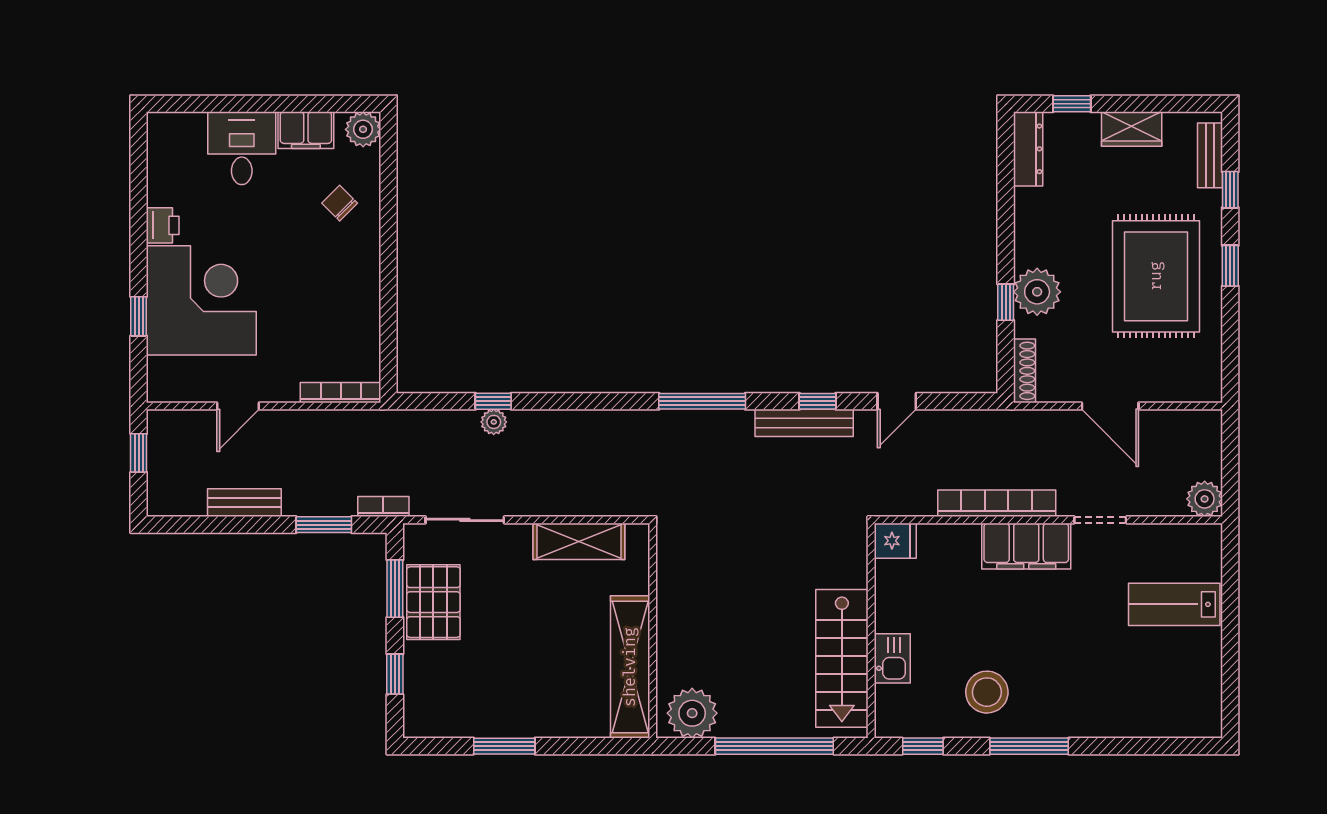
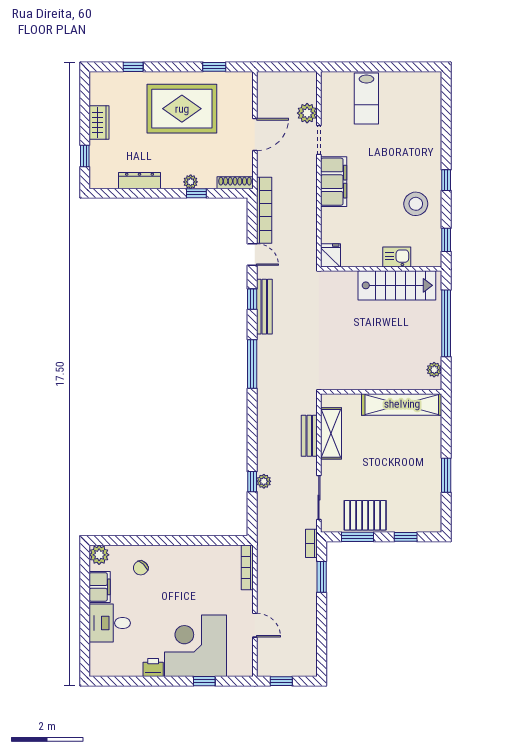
dresser: (1028, 149) -> (140, 181), moved
bench: (1210, 155) -> (114, 78), removed
window: (1230, 266) -> (214, 67), moved
plant: (1037, 292) -> (191, 182), width x0.53, depth x0.53
plant: (1205, 499) -> (307, 113), moved
bench: (244, 503) -> (309, 436), moved
bookcase: (997, 503) -> (264, 210), moved, turned 180
plant: (692, 713) -> (434, 370), width x0.53, depth x0.53
window: (1029, 746) -> (446, 180), width x0.46

